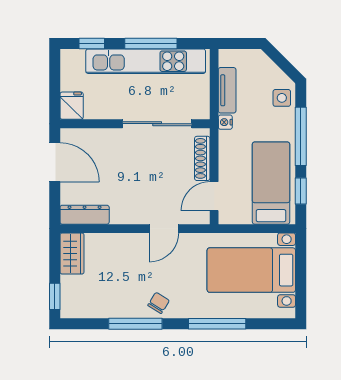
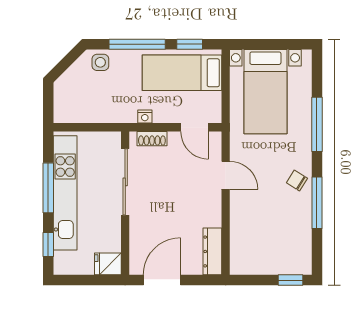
tv unit: (227, 90) -> (93, 115), removed
nightstand: (225, 122) -> (145, 117), moved
shoe rack: (202, 158) -> (152, 139), width x0.70
wardrobe: (72, 253) -> (250, 263), removed

